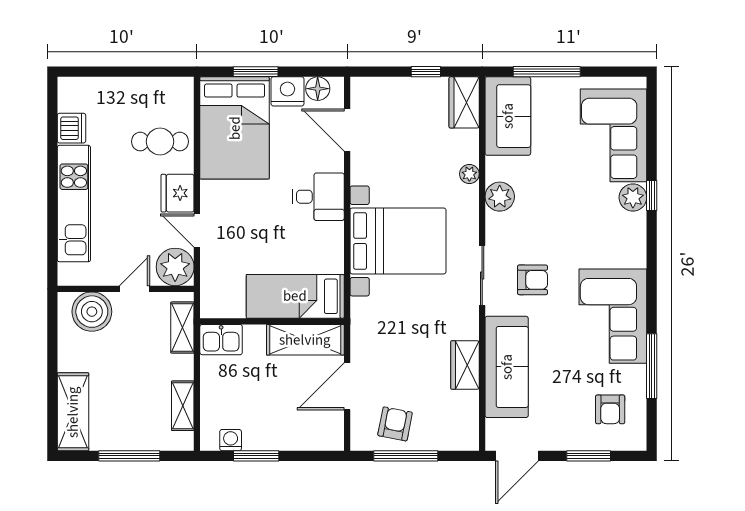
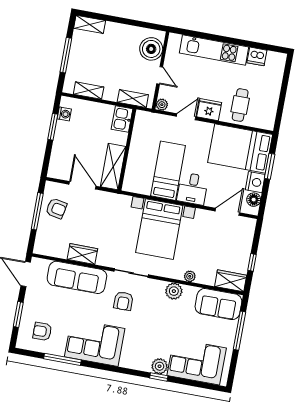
plant: (175, 267) -> (162, 105), width x0.53, depth x0.53
bed: (295, 296) -> (168, 171), moved
shelving: (73, 412) -> (90, 24), width x0.67, depth x0.75

